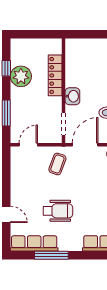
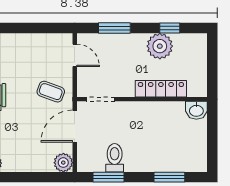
washbasin: (72, 96) -> (196, 110), moved
door: (85, 145) -> (75, 126), swing flipped

